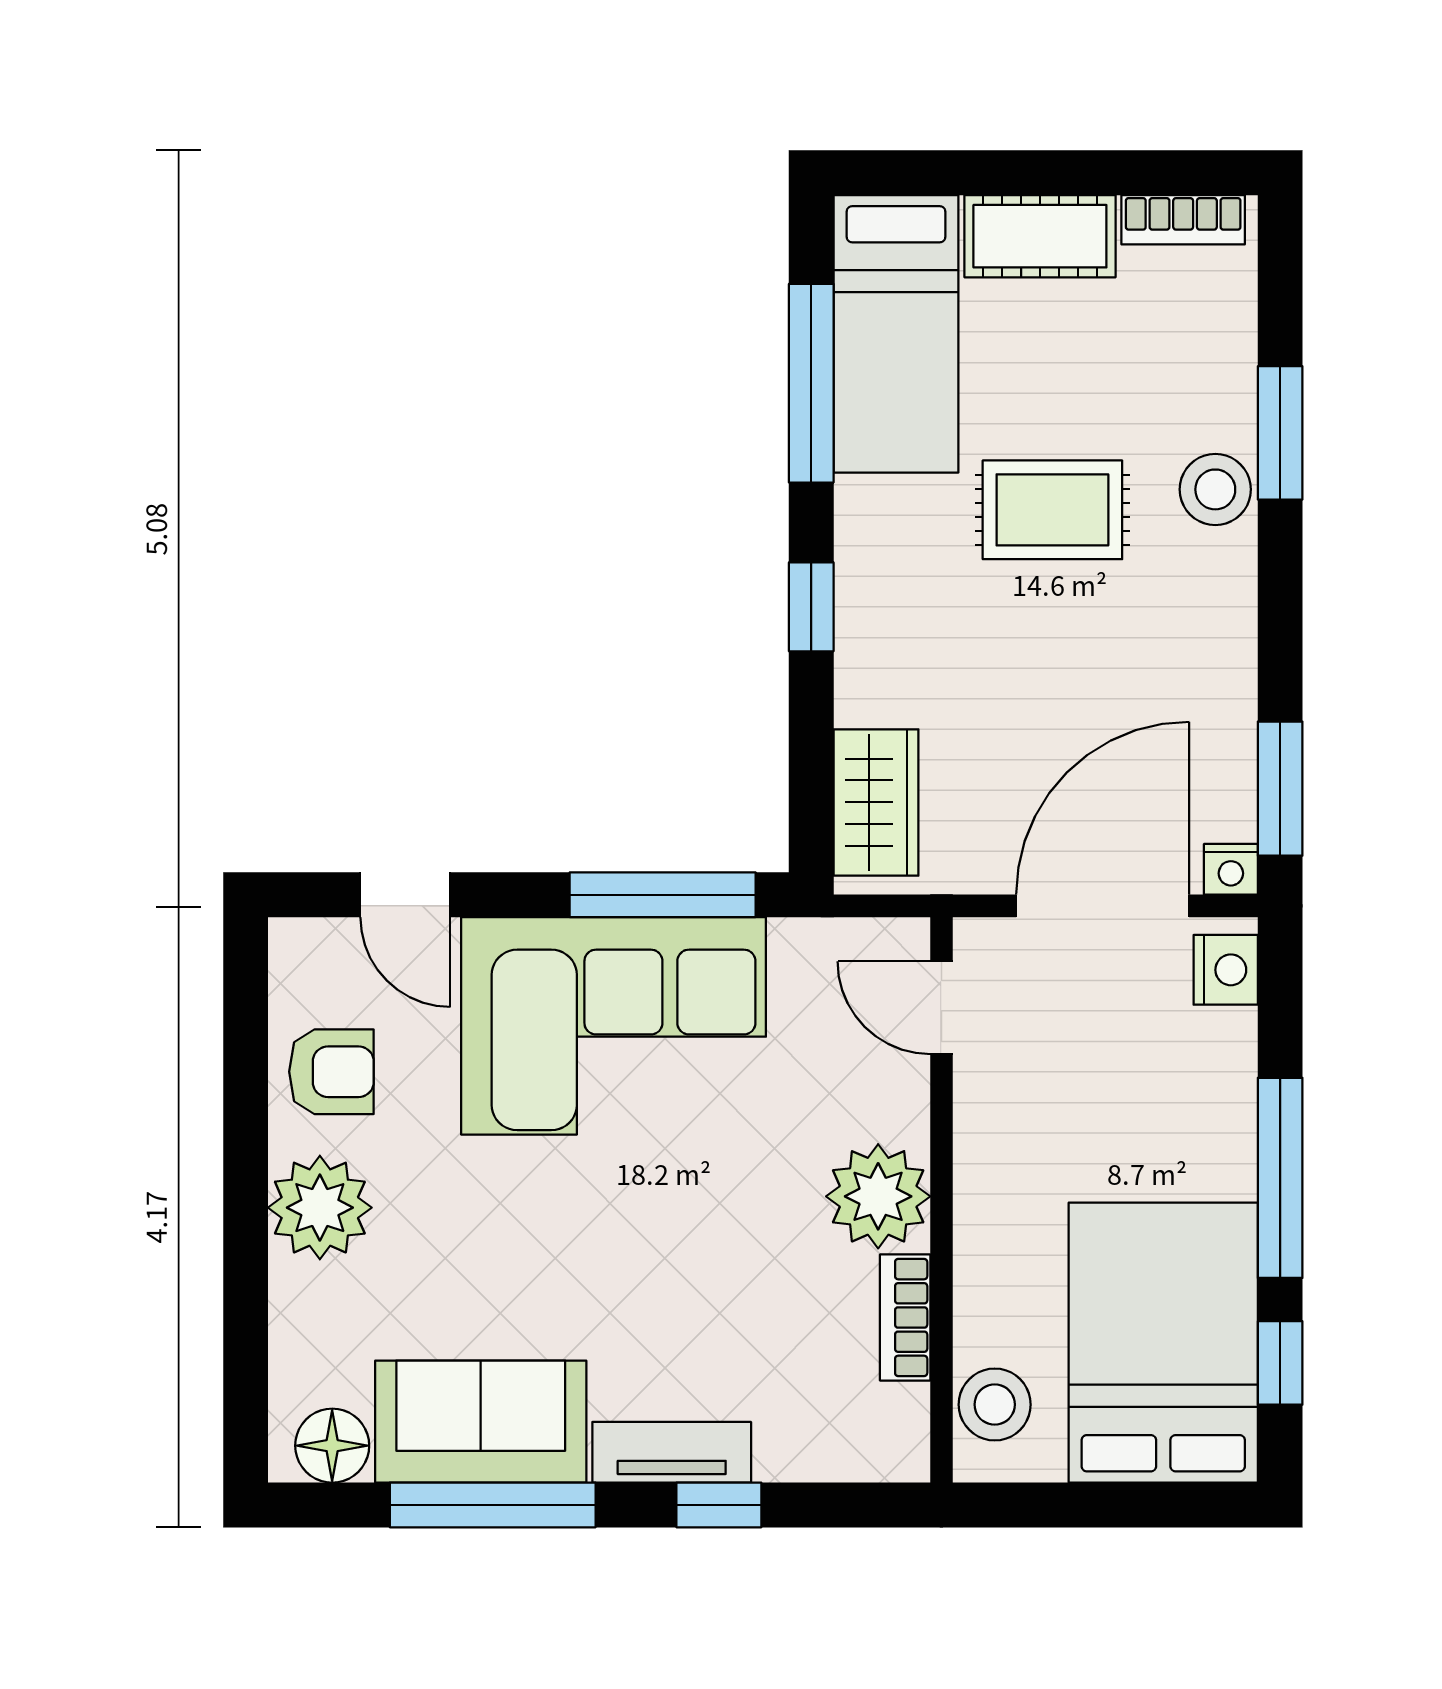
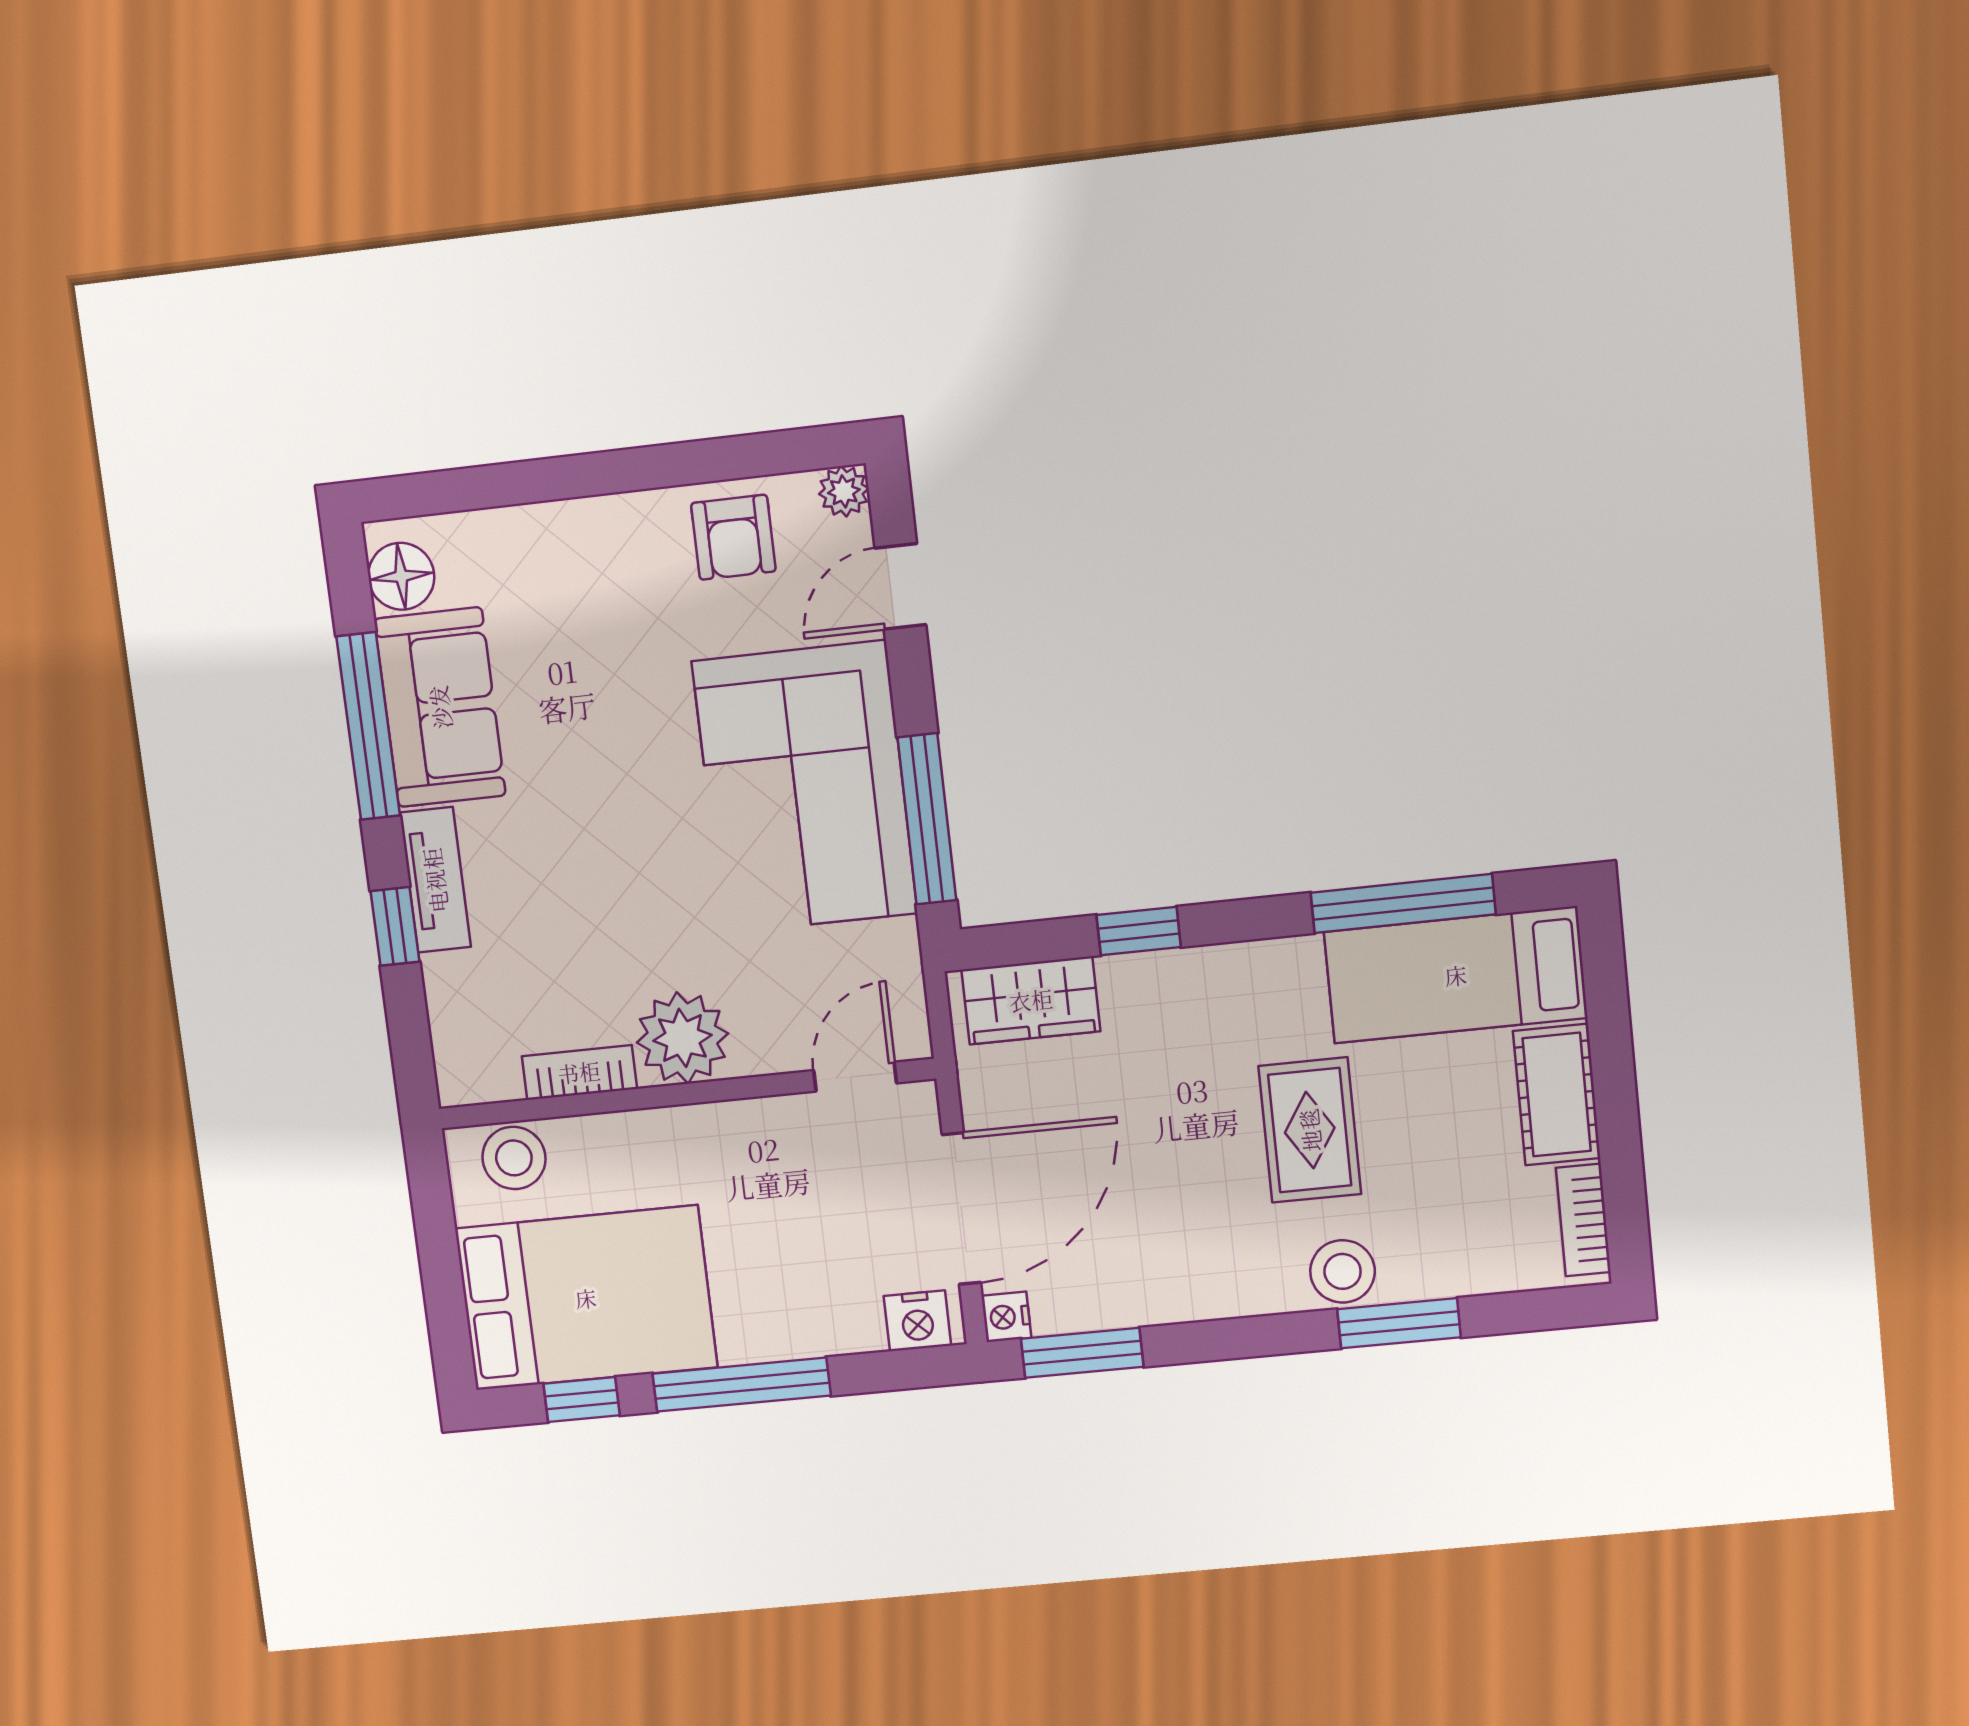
window: (811, 607) -> (1139, 931), moved
door: (1103, 906) -> (961, 1209), hinge flipped
plant: (320, 1208) -> (844, 491), moved, width x0.53, depth x0.53

